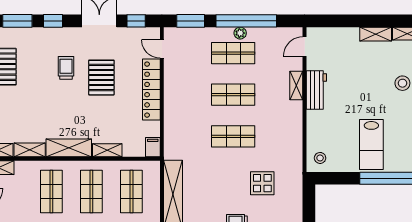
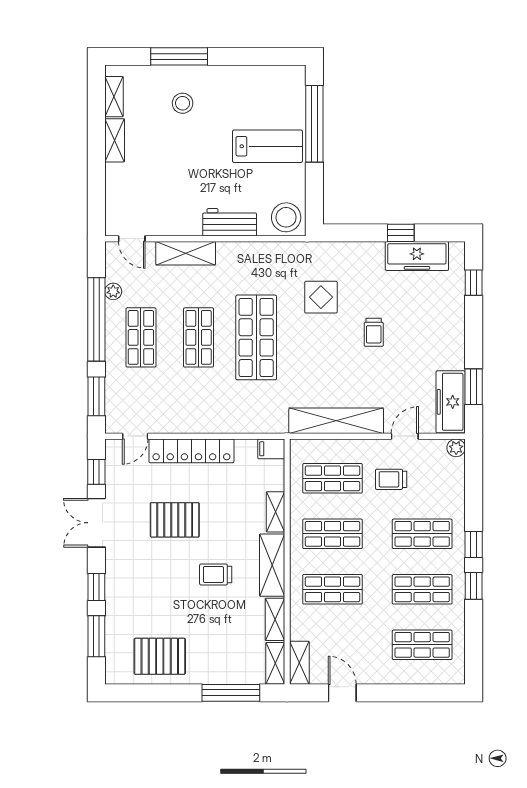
plant: (240, 33) -> (113, 291), moved
trolley: (66, 68) -> (216, 574), moved
shelving: (296, 85) -> (186, 253), width x1.50, depth x1.33
workbench: (316, 90) -> (230, 222), moved
shop shelf: (233, 136) -> (256, 337), width x1.43, depth x1.36
stool: (320, 158) -> (286, 217), width x1.89, depth x1.89

